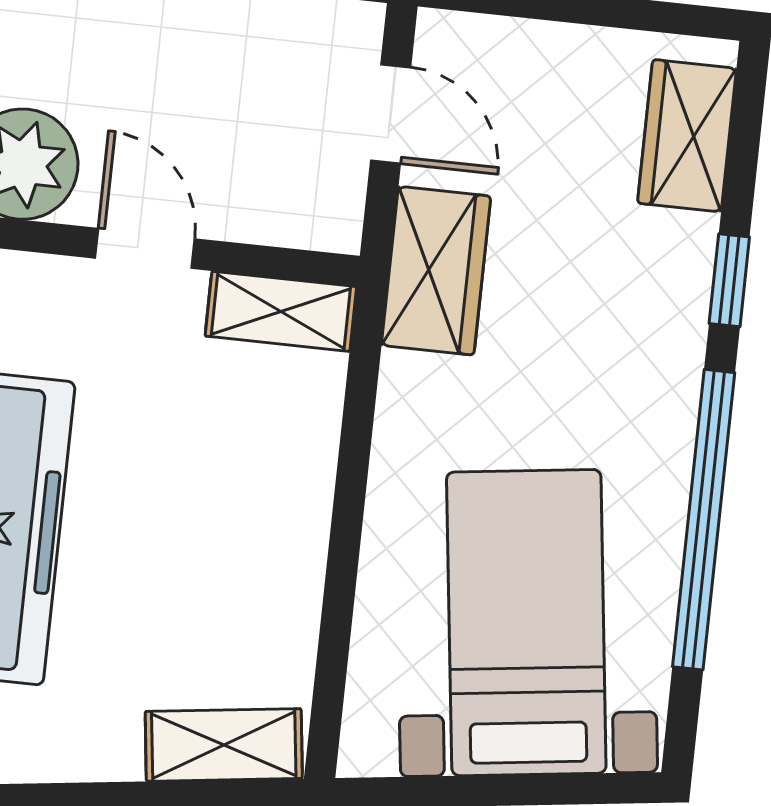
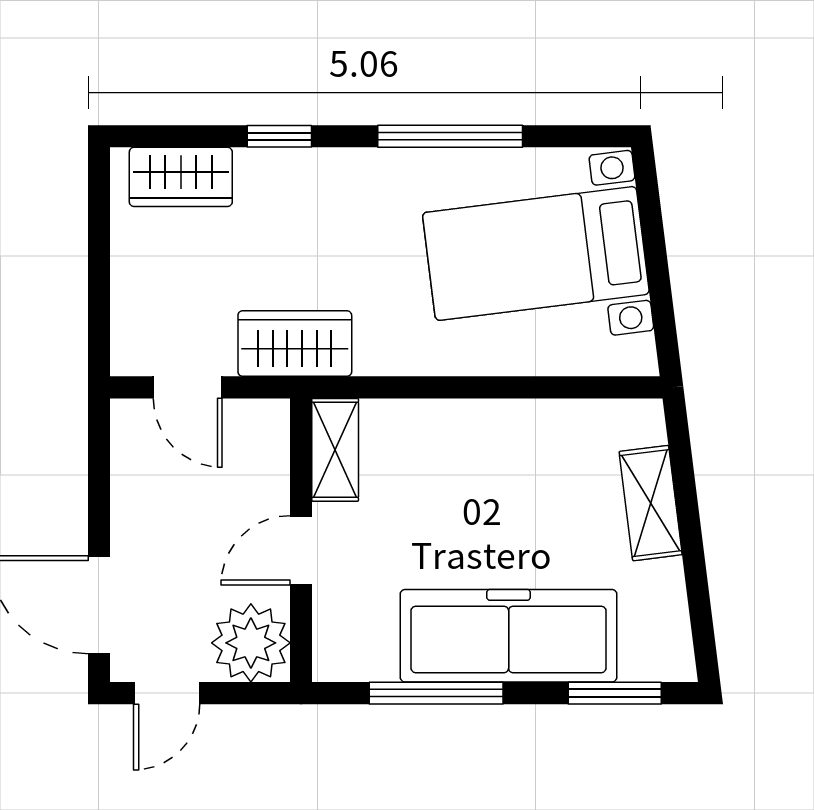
door: (391, 114) -> (188, 387), swing flipped
window: (704, 520) -> (450, 136), width x0.68
shelving: (224, 745) -> (651, 503), moved

